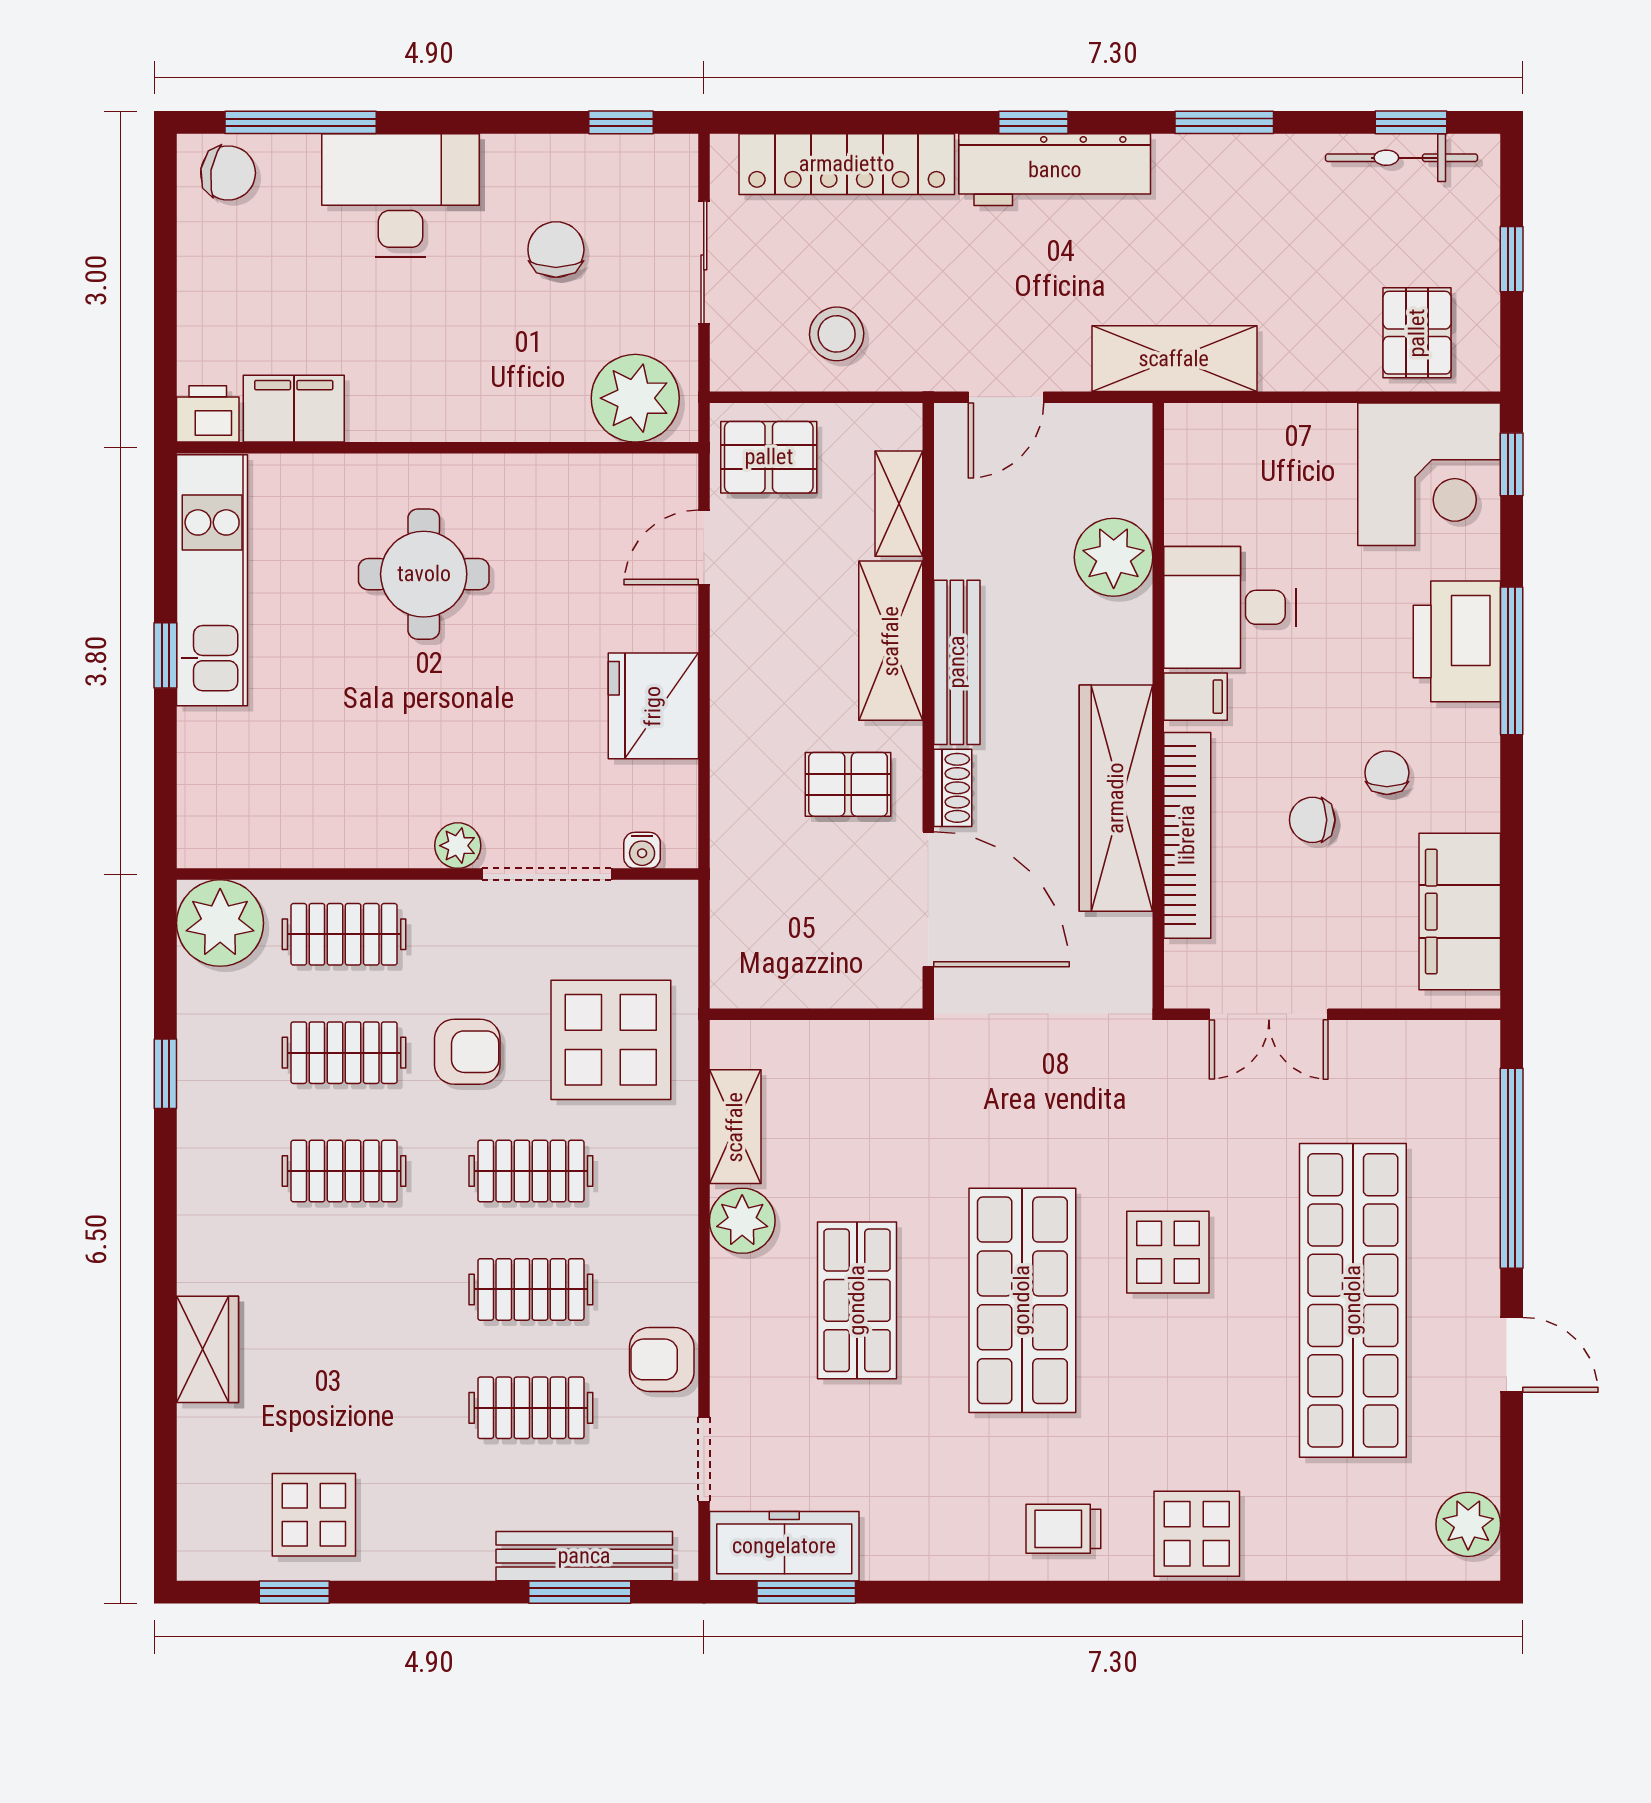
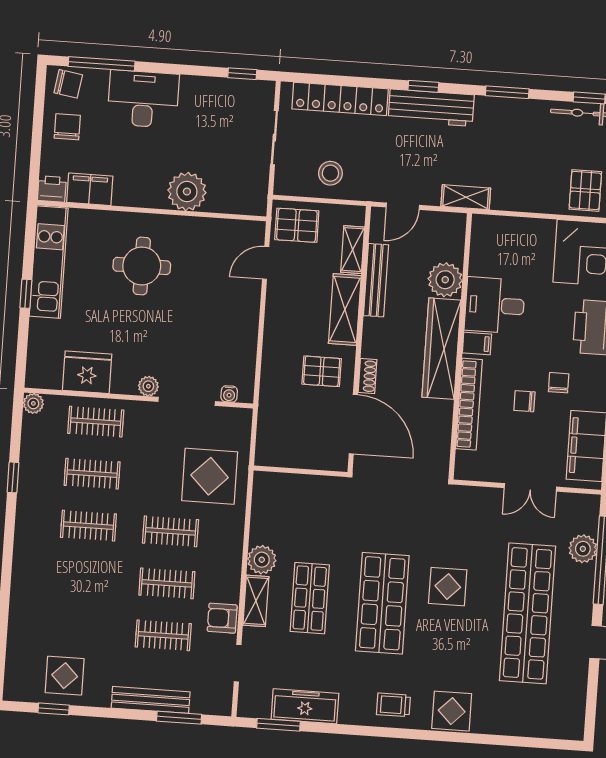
chair: (556, 250) -> (67, 127), moved
shelving: (1174, 359) -> (466, 197), width x0.67, depth x0.75
plant: (635, 398) -> (187, 191), moved
bench: (957, 662) -> (376, 280), moved
fridge: (653, 706) -> (87, 372), moved, turned 90
wardrobe: (1116, 798) -> (441, 349), moved
plant: (220, 923) -> (33, 403), width x0.53, depth x0.53
double door: (1269, 1014) -> (530, 487), moved
armchair: (467, 1052) -> (146, 477), removed
shelving: (735, 1127) -> (256, 601), moved
wardrobe: (208, 1349) -> (23, 600), removed
plant: (1468, 1524) -> (583, 549), moved
freezer: (784, 1546) -> (305, 706), moved
bench: (584, 1556) -> (151, 700), moved

